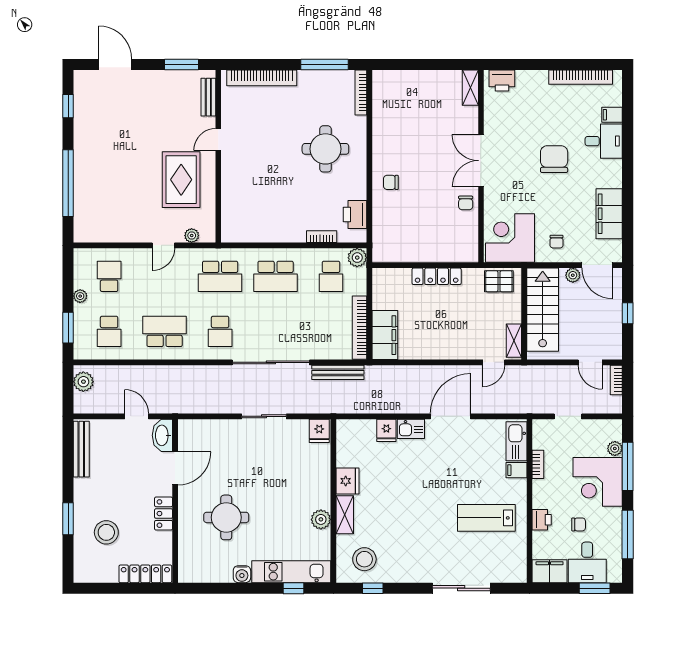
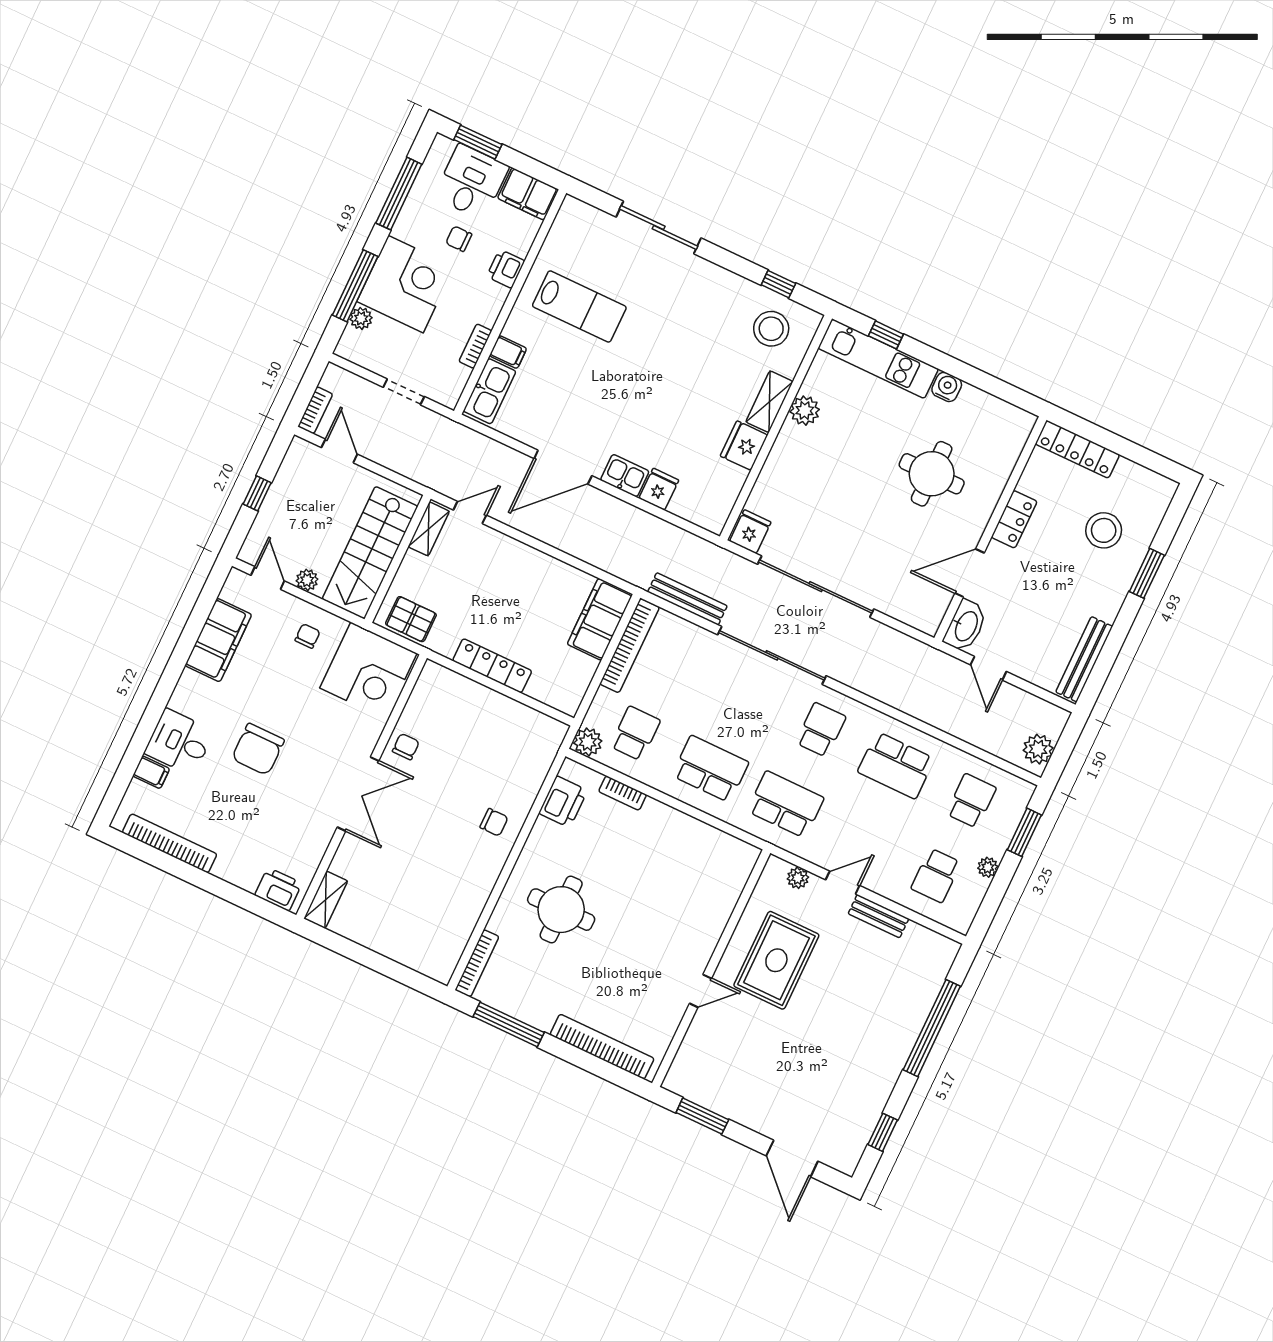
bench: (208, 97) -> (878, 916), moved, turned 90
door: (597, 265) -> (268, 578), width x0.73
sliding door: (264, 416) -> (816, 587), width x1.86

